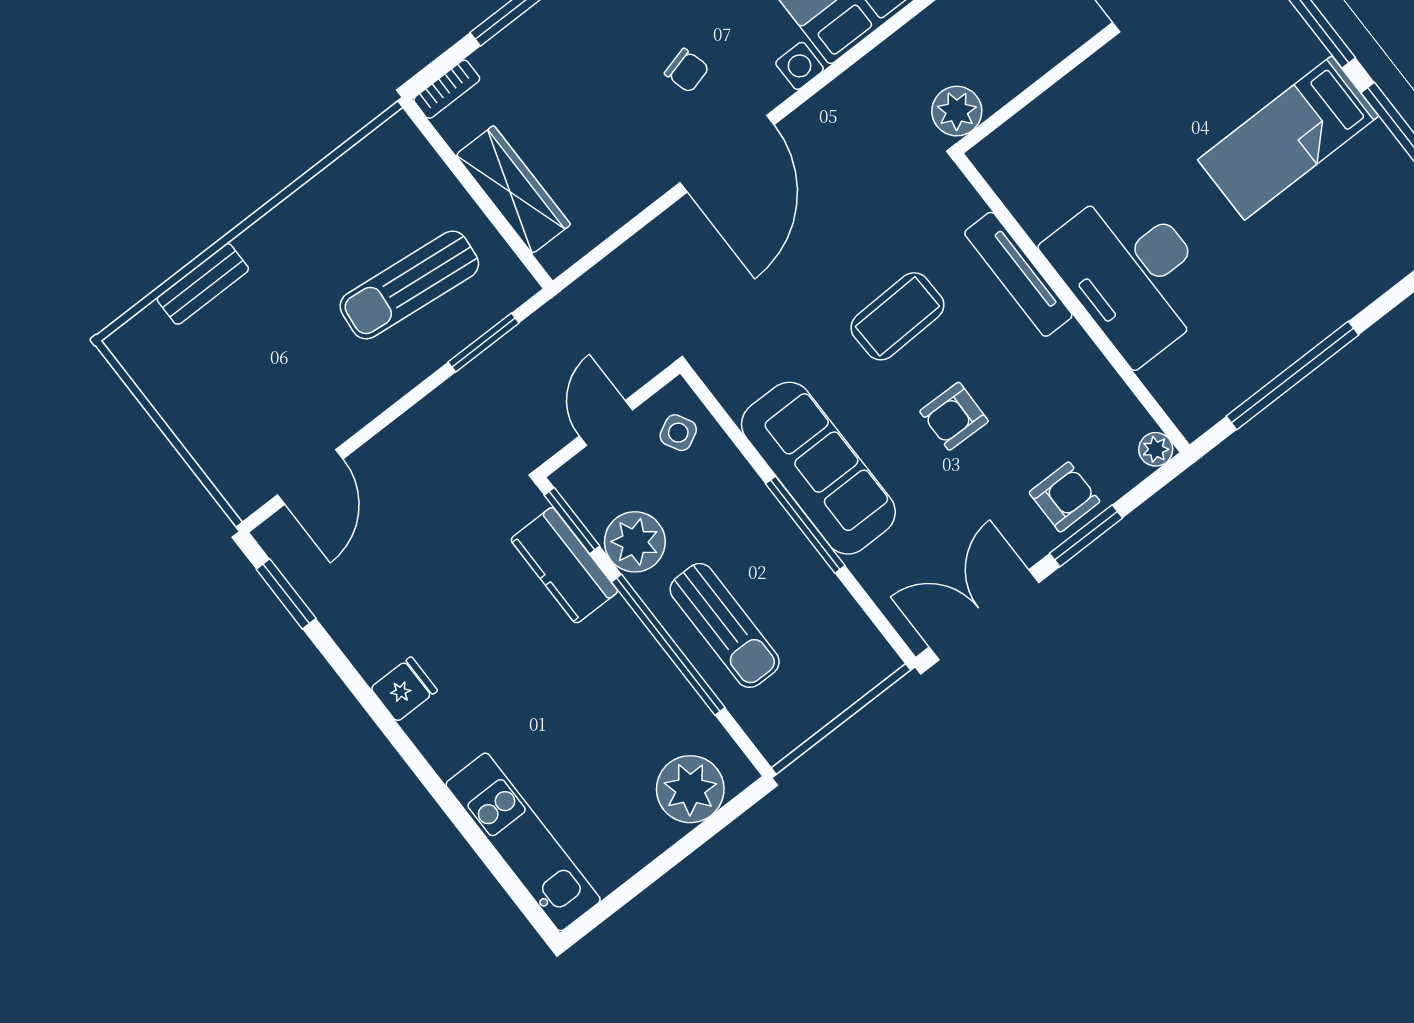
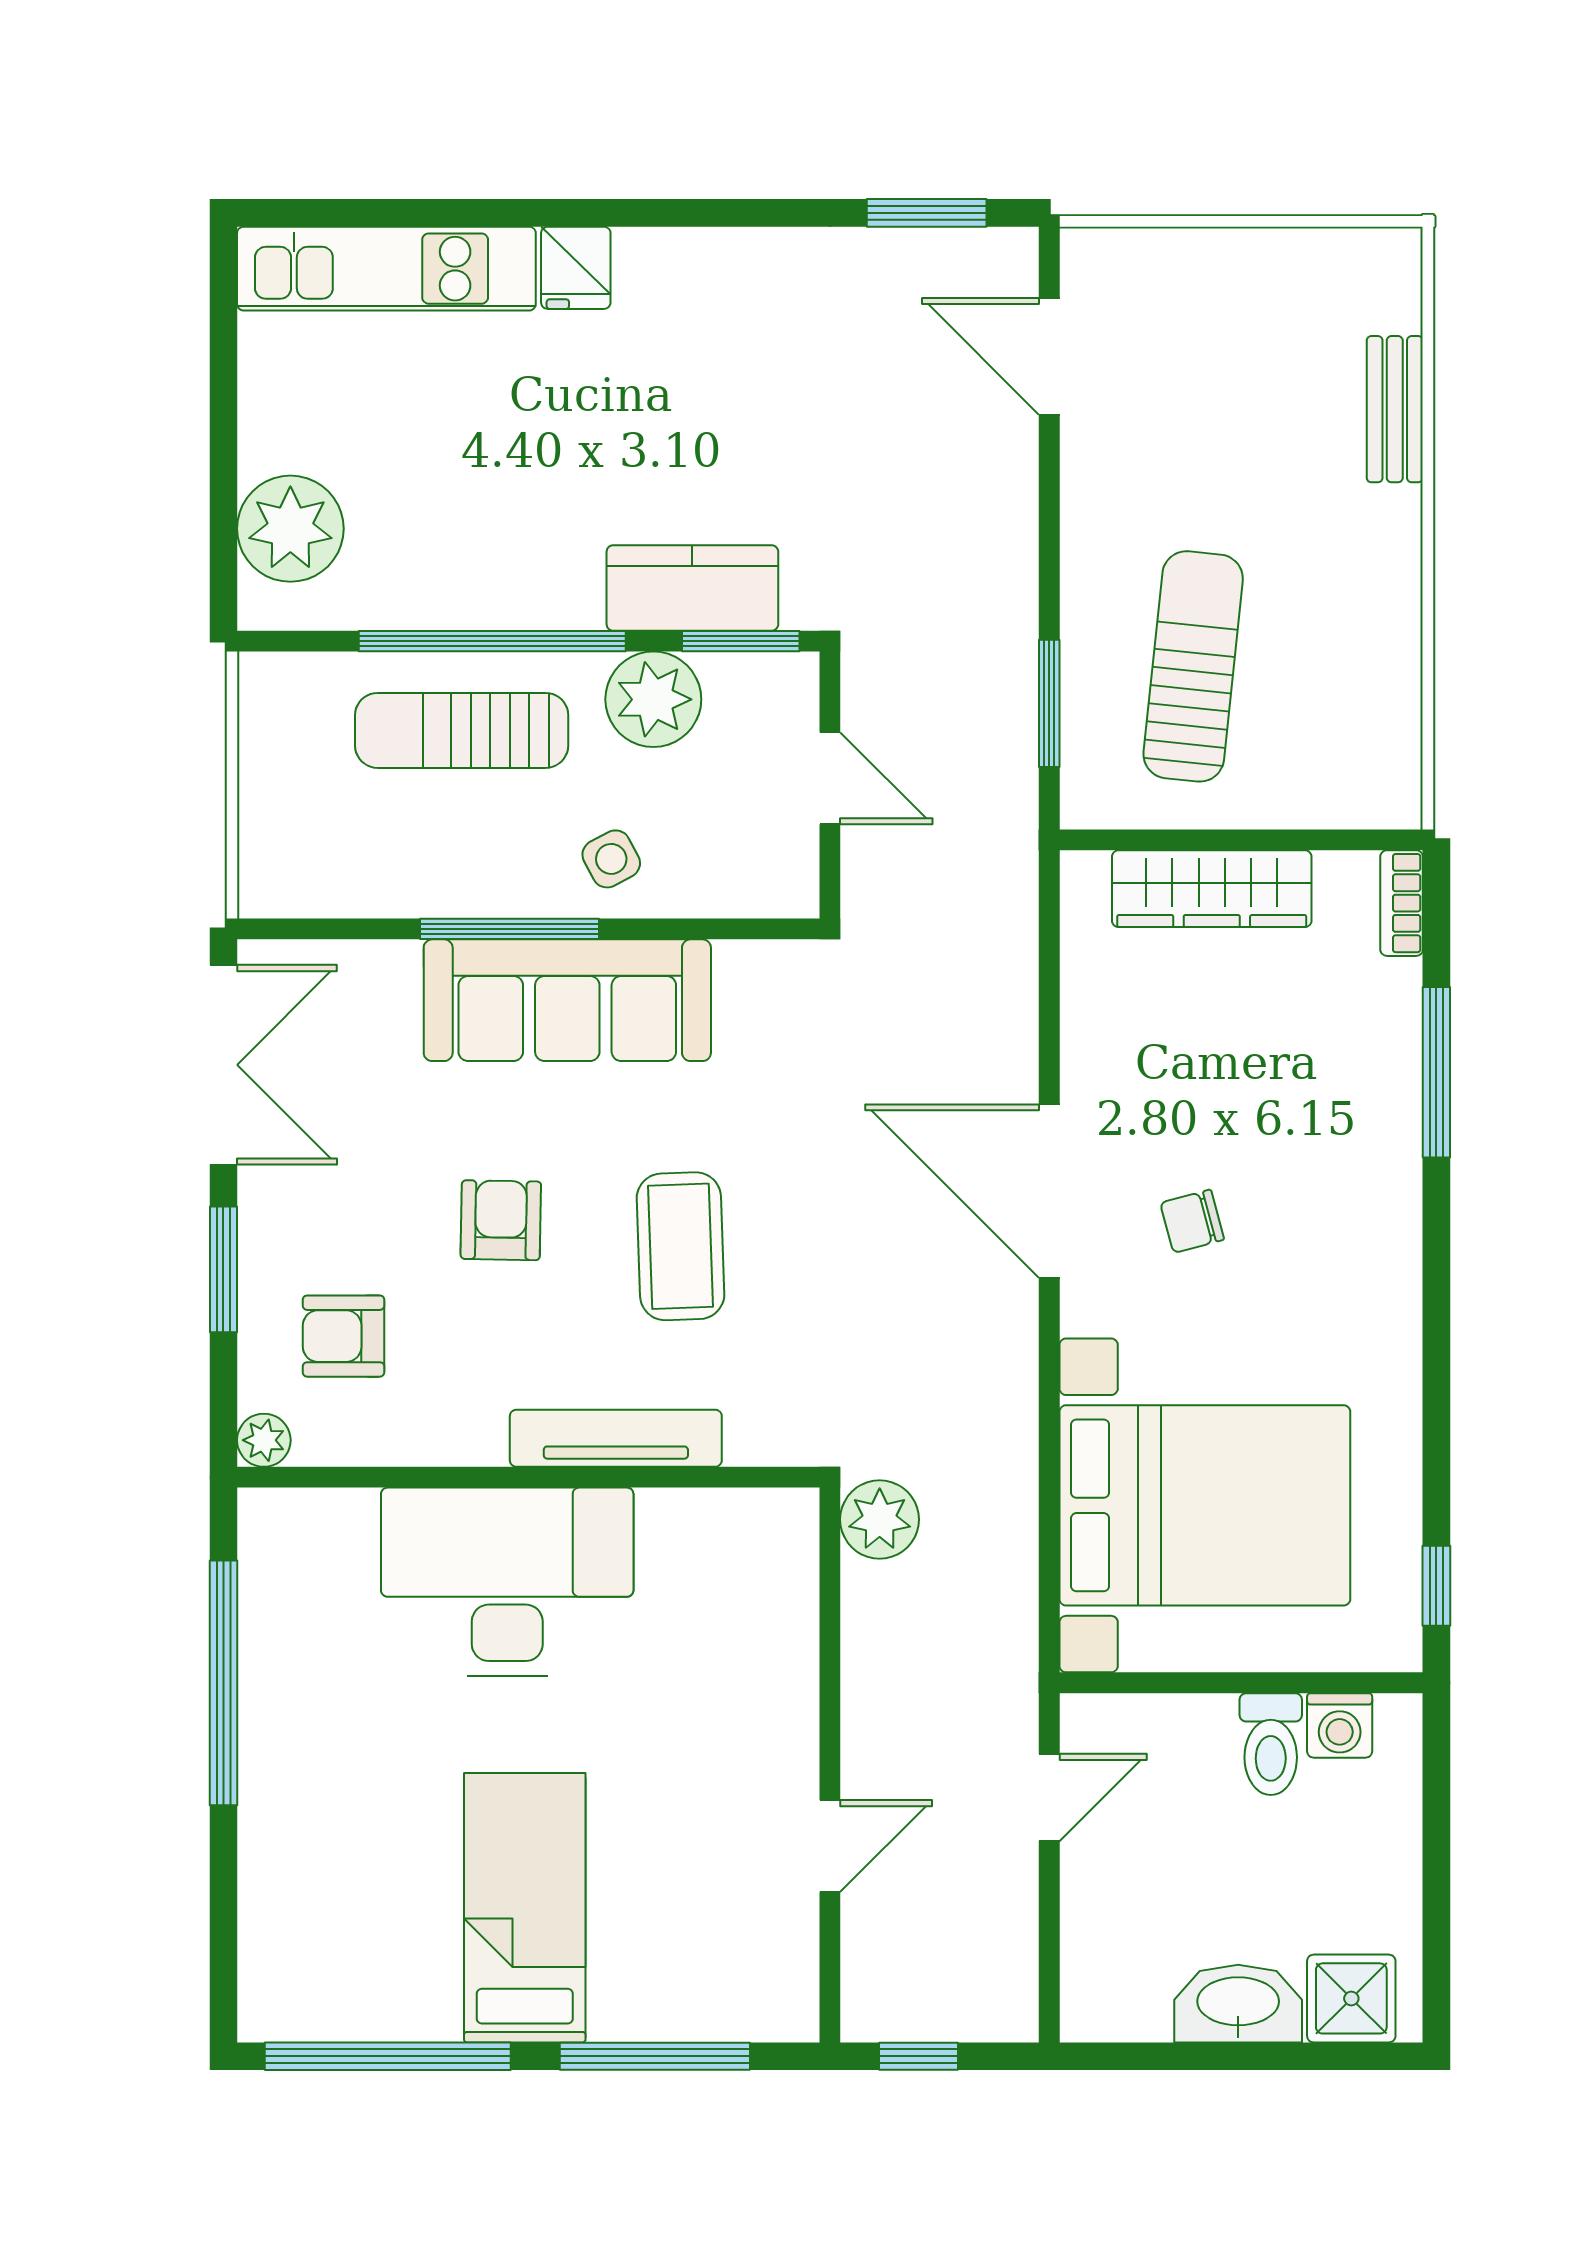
side table: (678, 433) -> (611, 859), moved
armchair: (1064, 497) -> (343, 1336), moved, turned 90
fridge: (404, 689) -> (576, 268), moved

